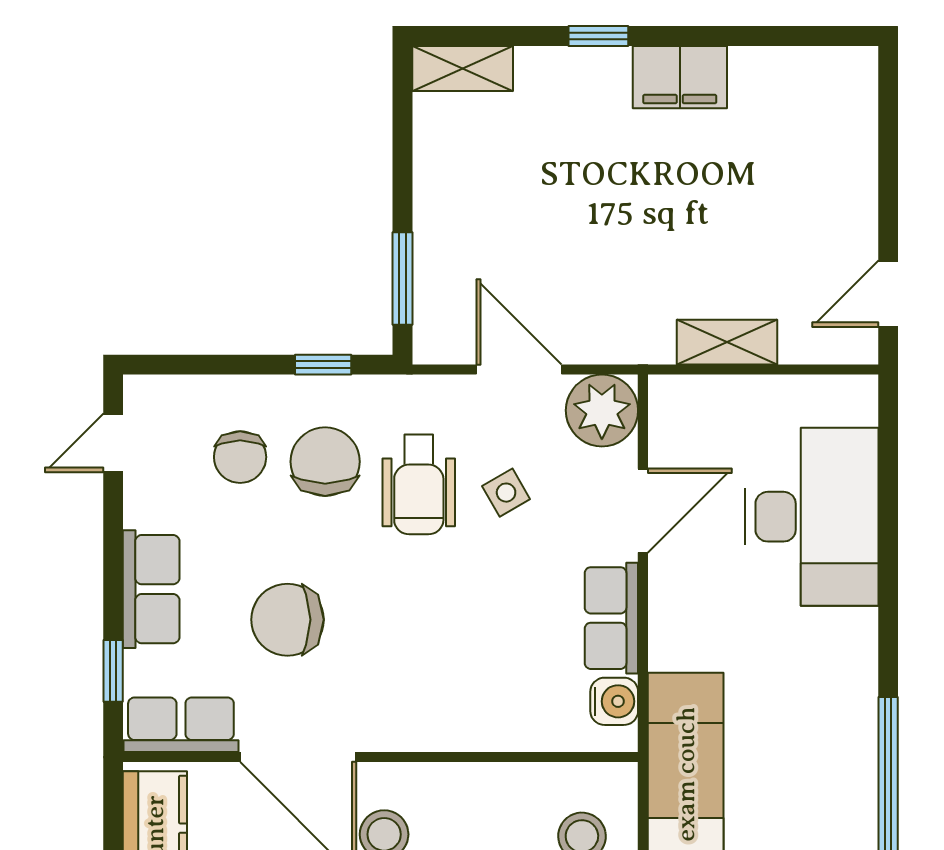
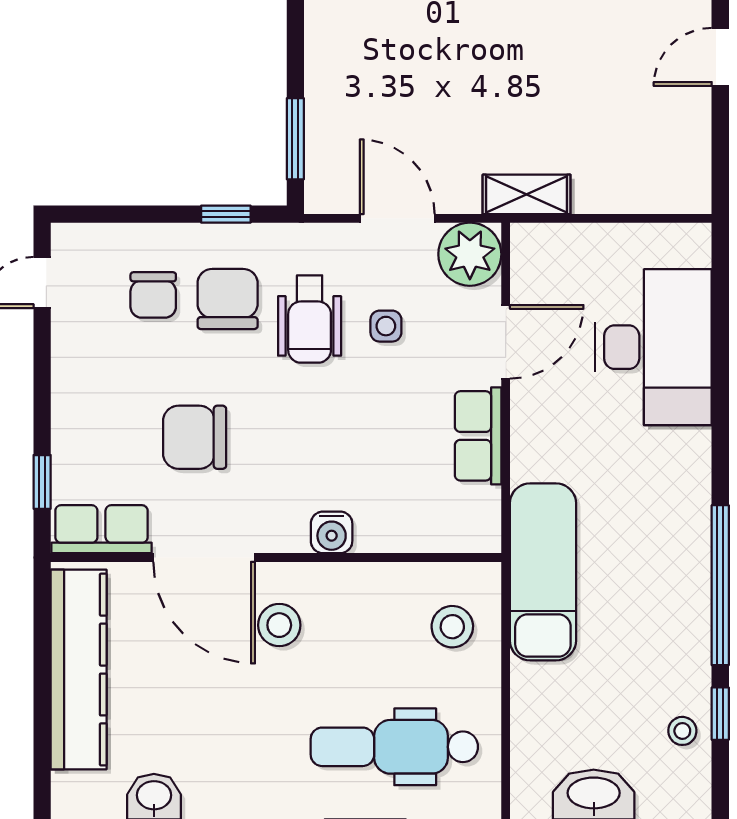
door: (888, 294) -> (720, 57), moved
shelving: (727, 342) -> (527, 194), moved
side table: (506, 493) -> (386, 326), turned 30
row of seats: (151, 589) -> (75, 411), removed
water cooler: (614, 701) -> (332, 532), moved, turned 90

